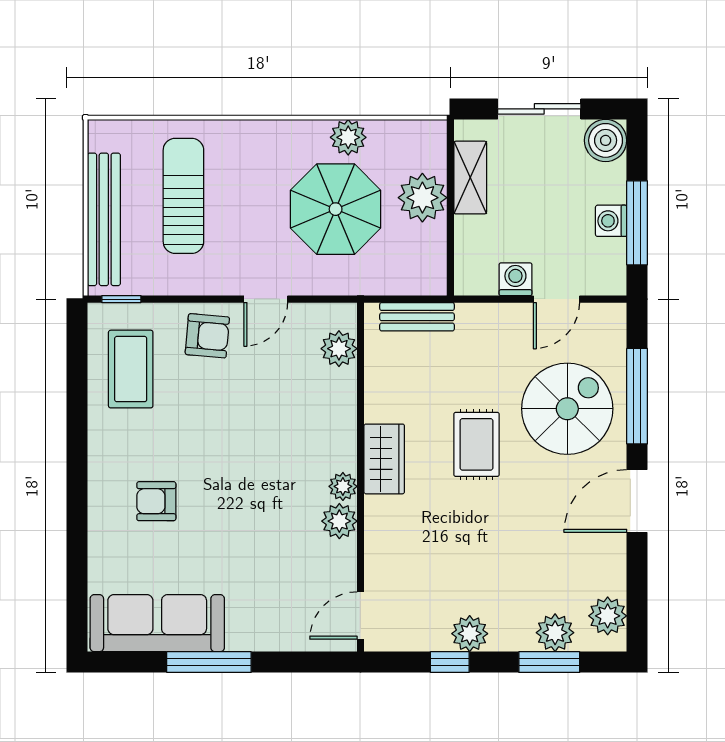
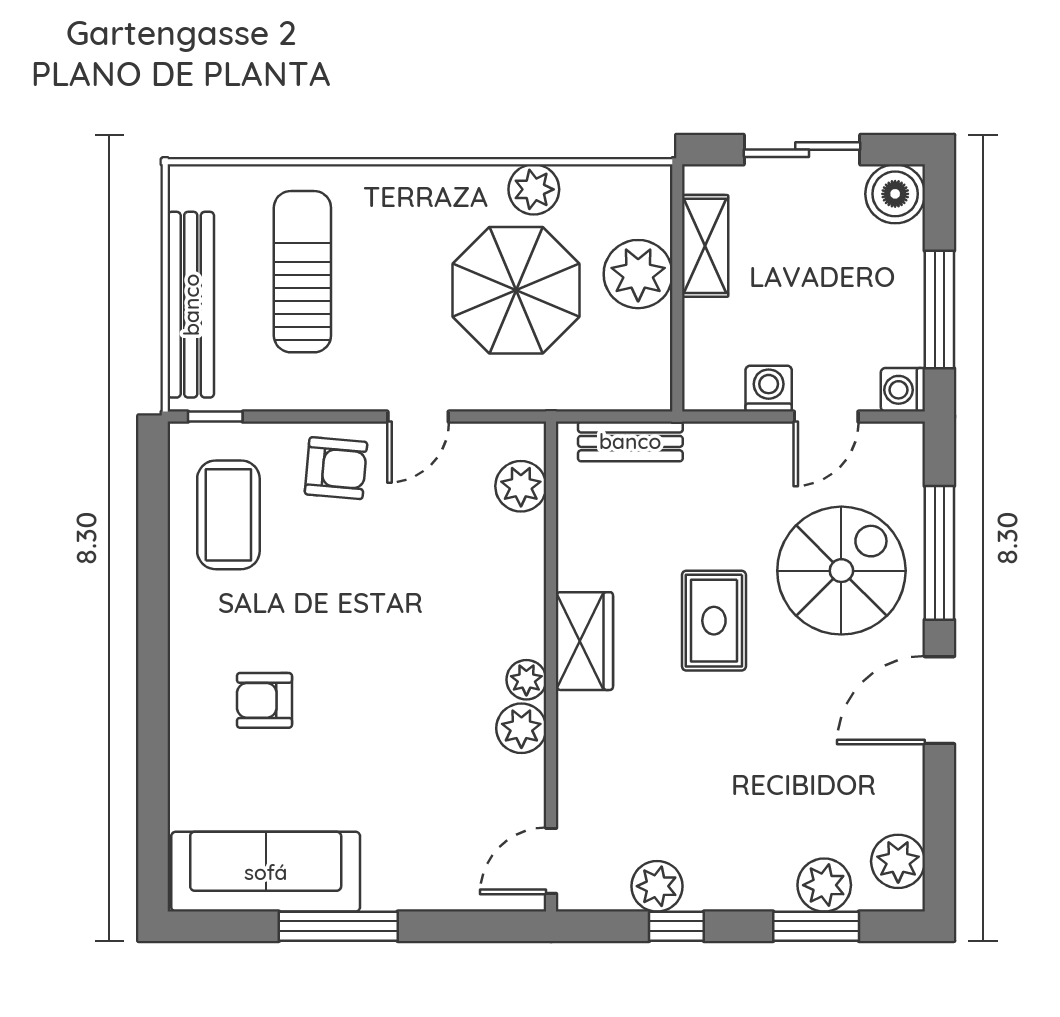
washing machine: (611, 221) -> (903, 390), moved
plant: (470, 634) -> (657, 886), moved

